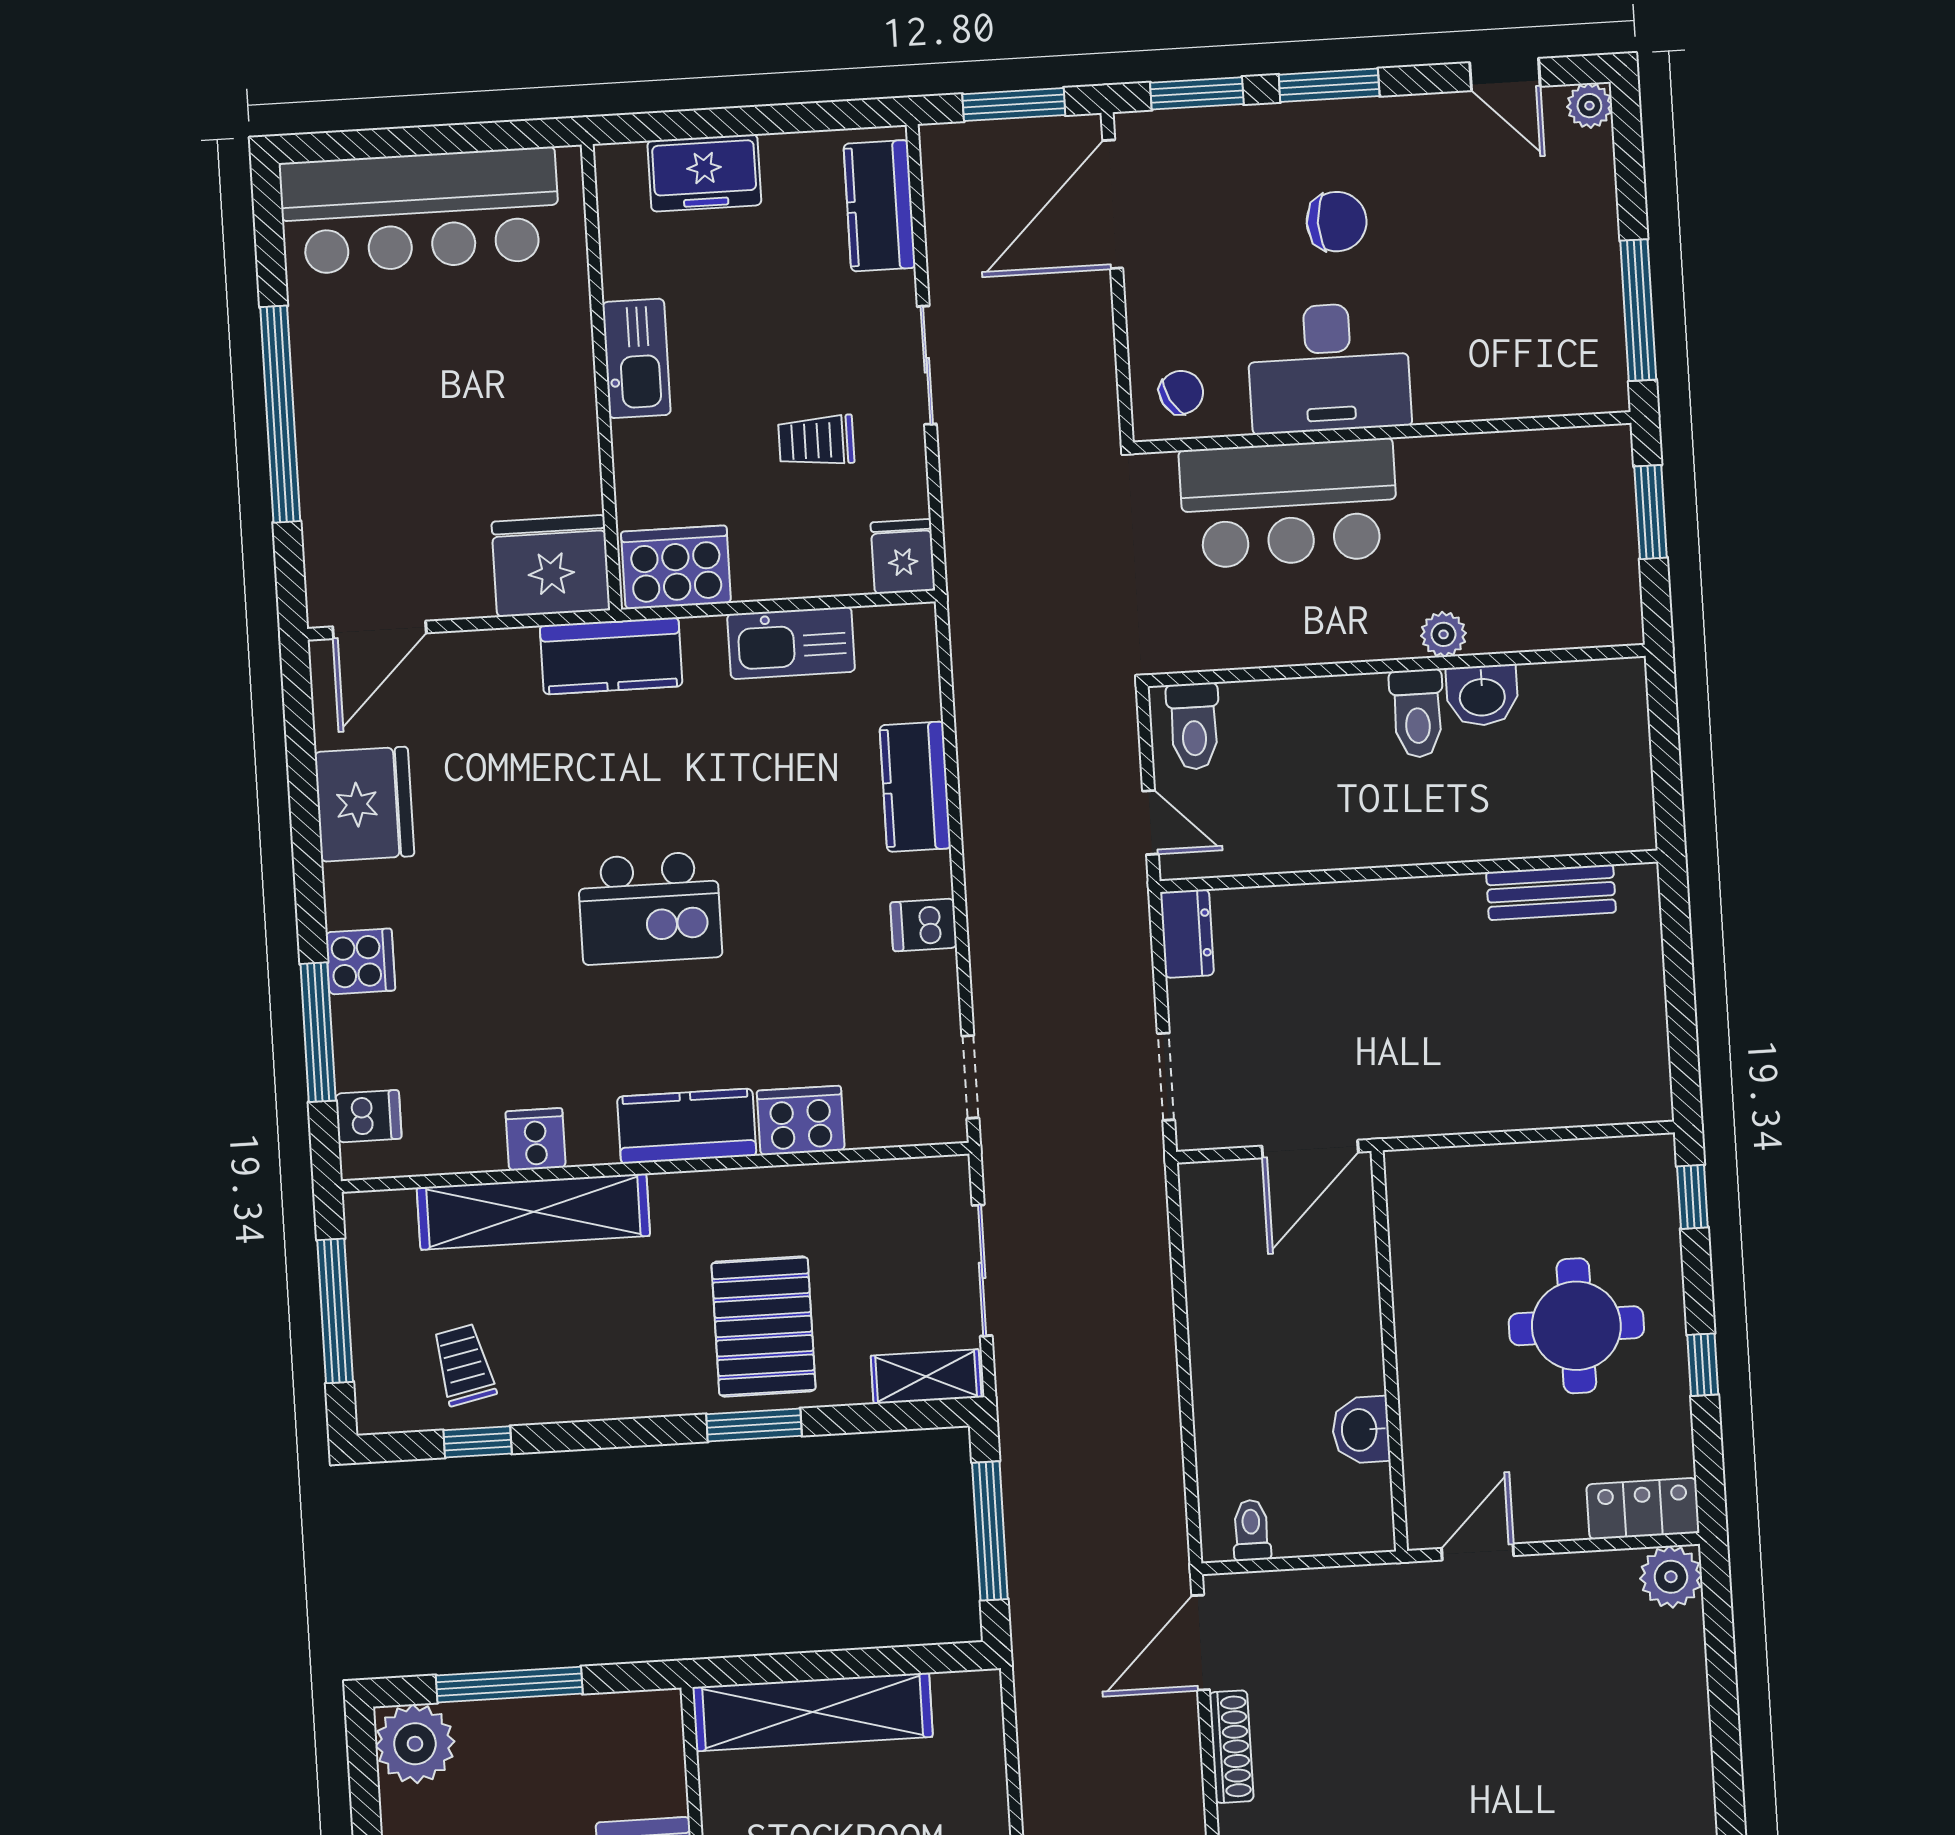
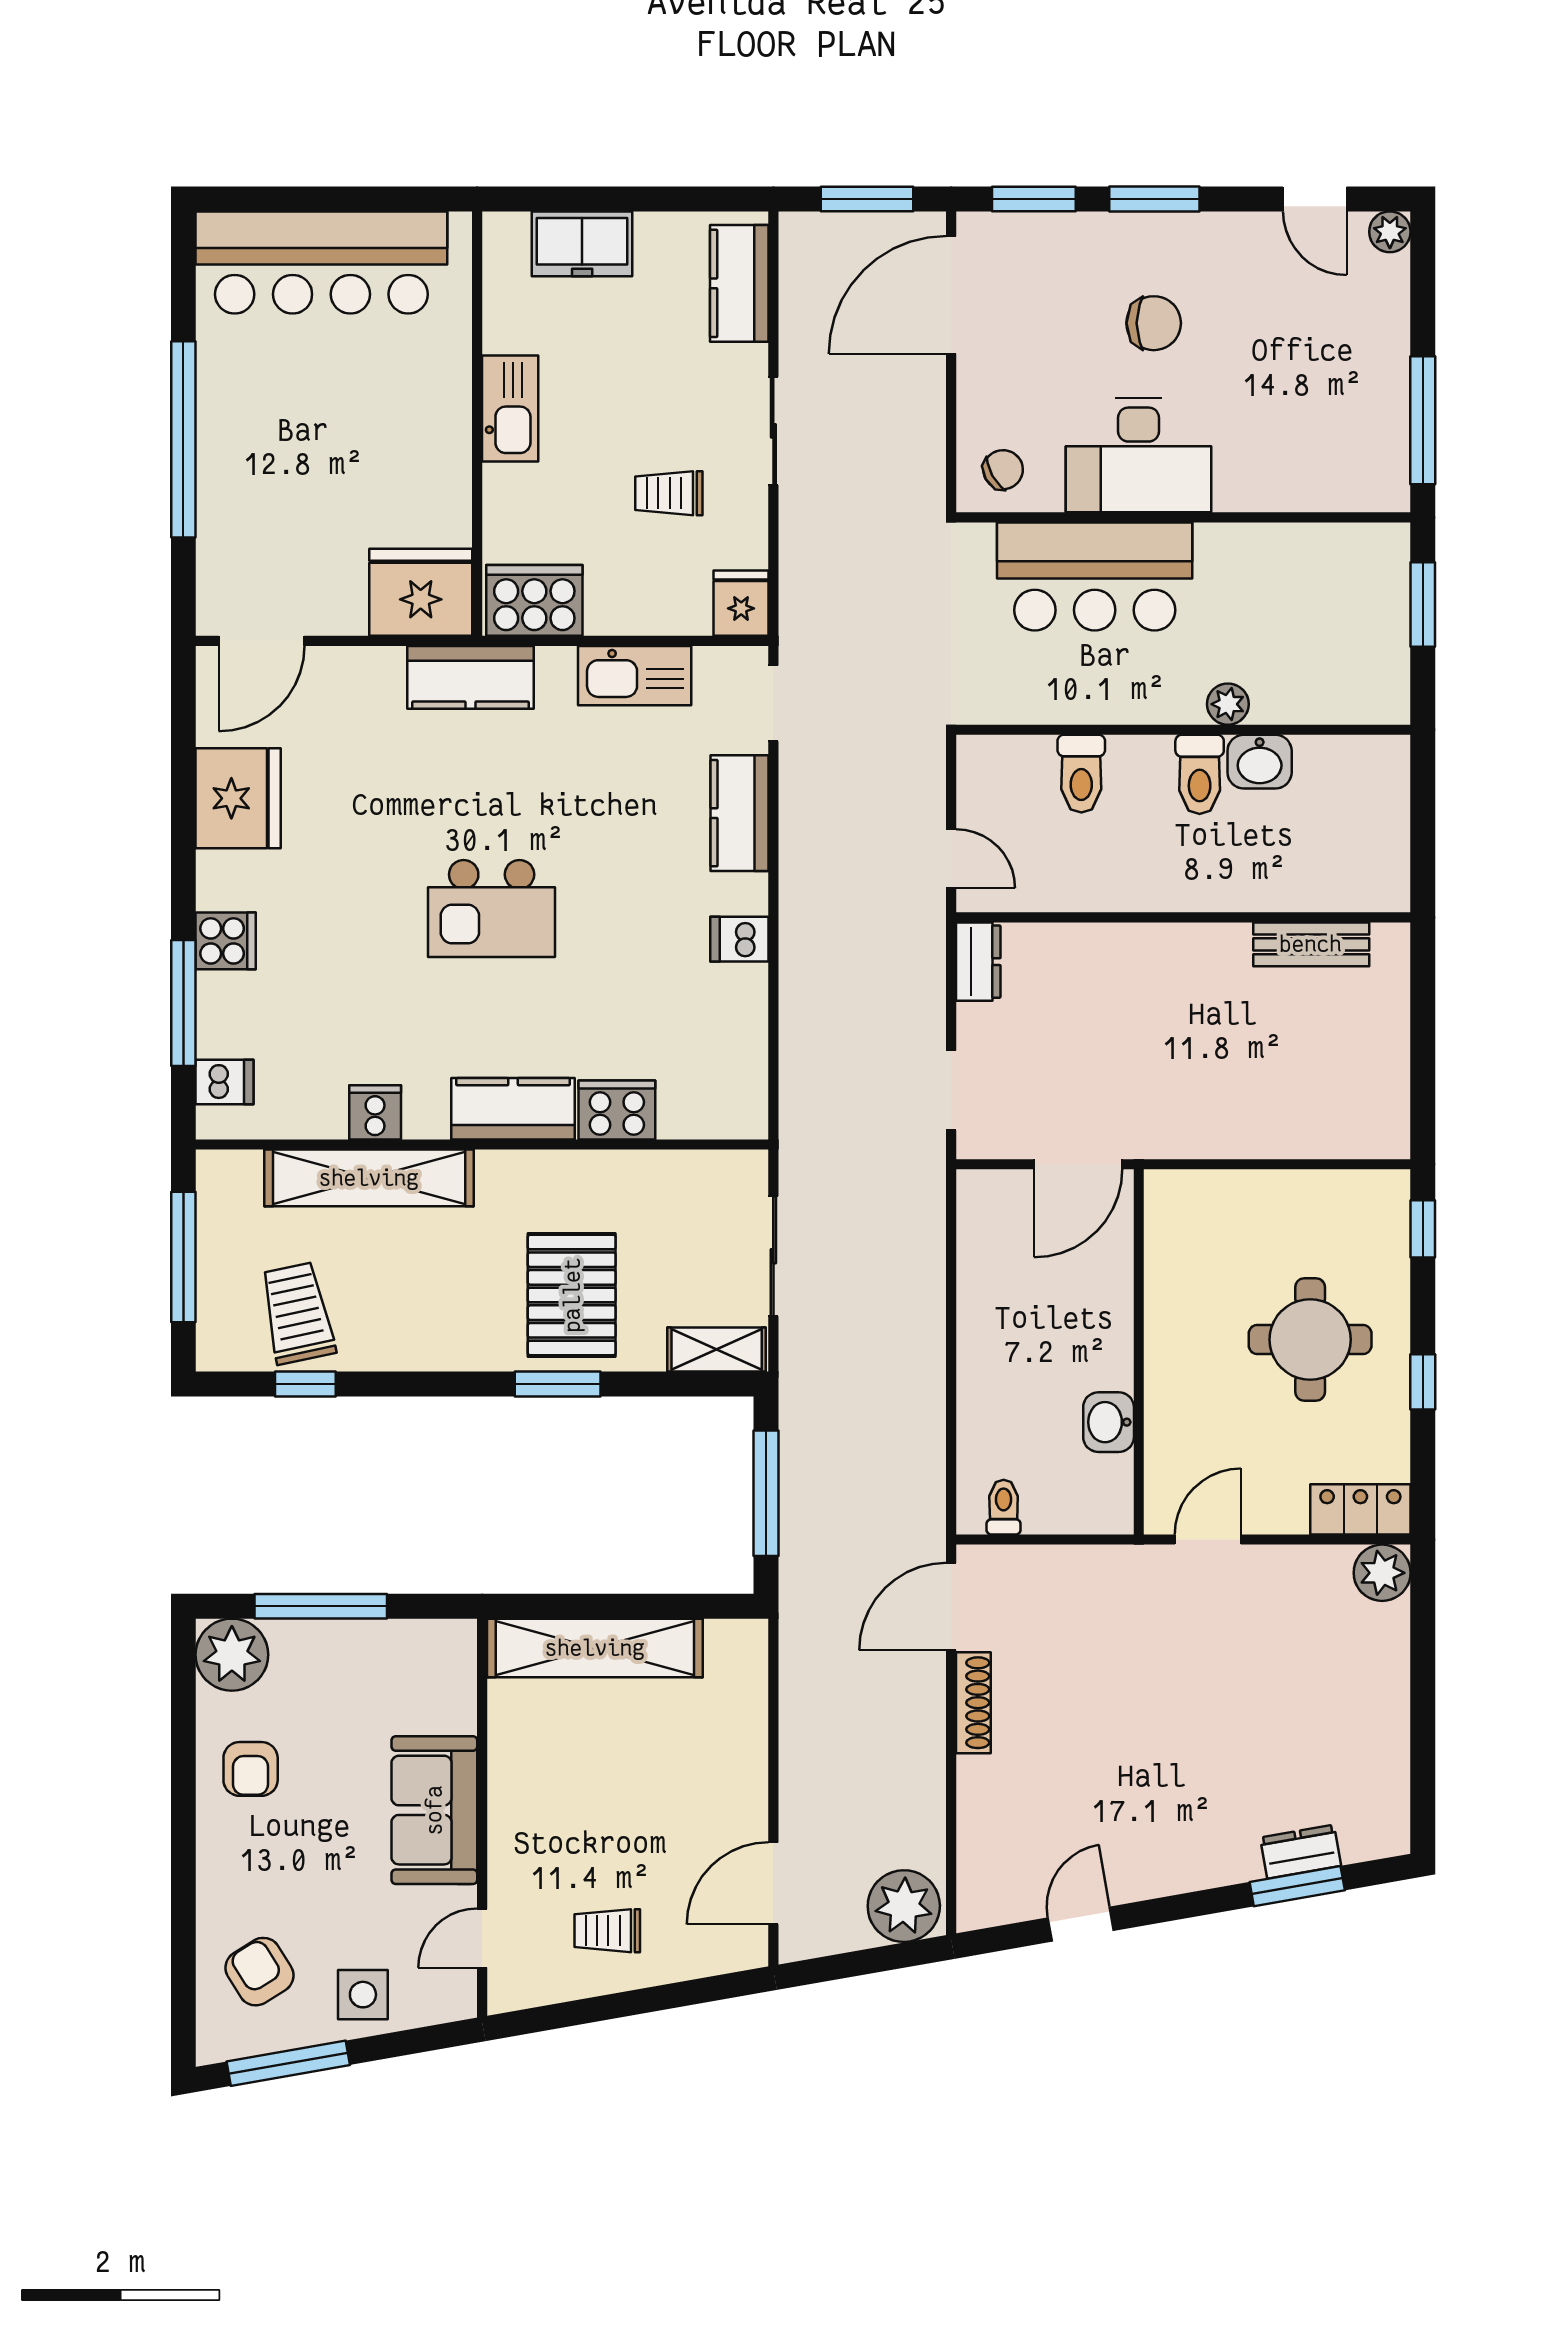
toilet: (1194, 726) -> (1081, 774), moved
doorway: (970, 1077) -> (773, 703), moved
trolley: (464, 1365) -> (297, 1313), width x1.36, depth x1.39

